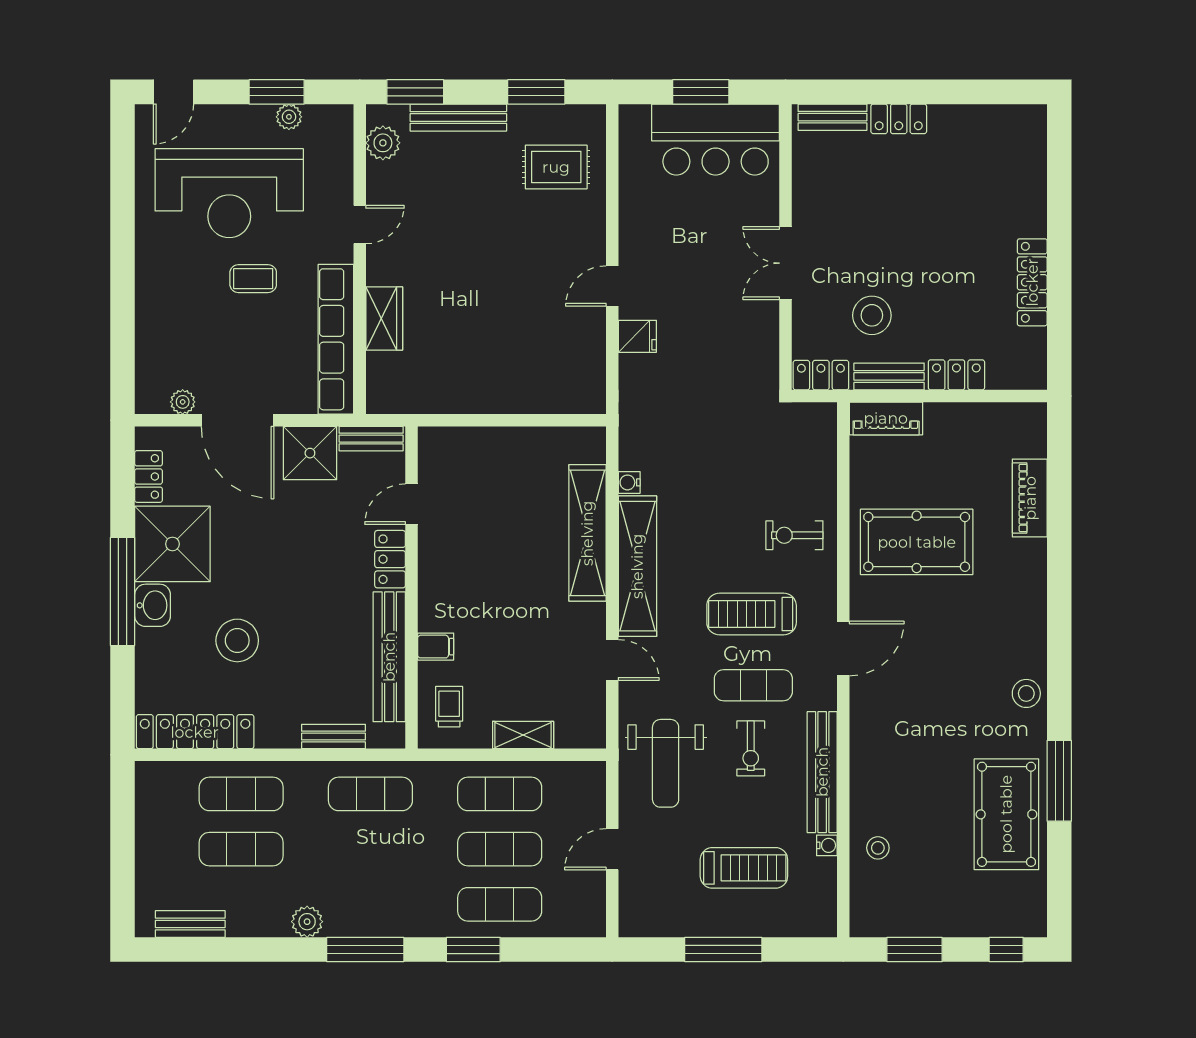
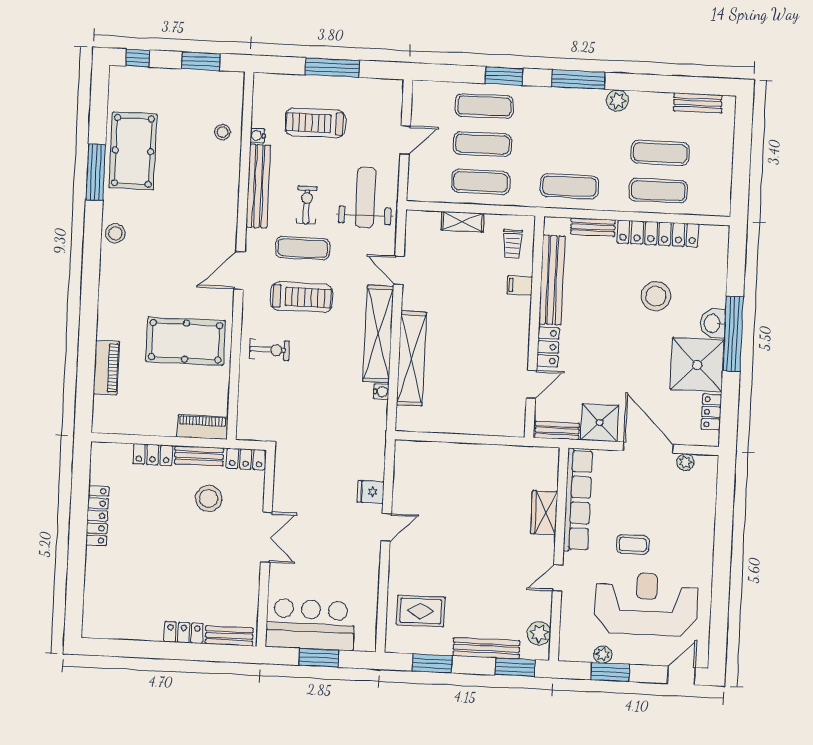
locker: (195, 732) -> (658, 234), moved

